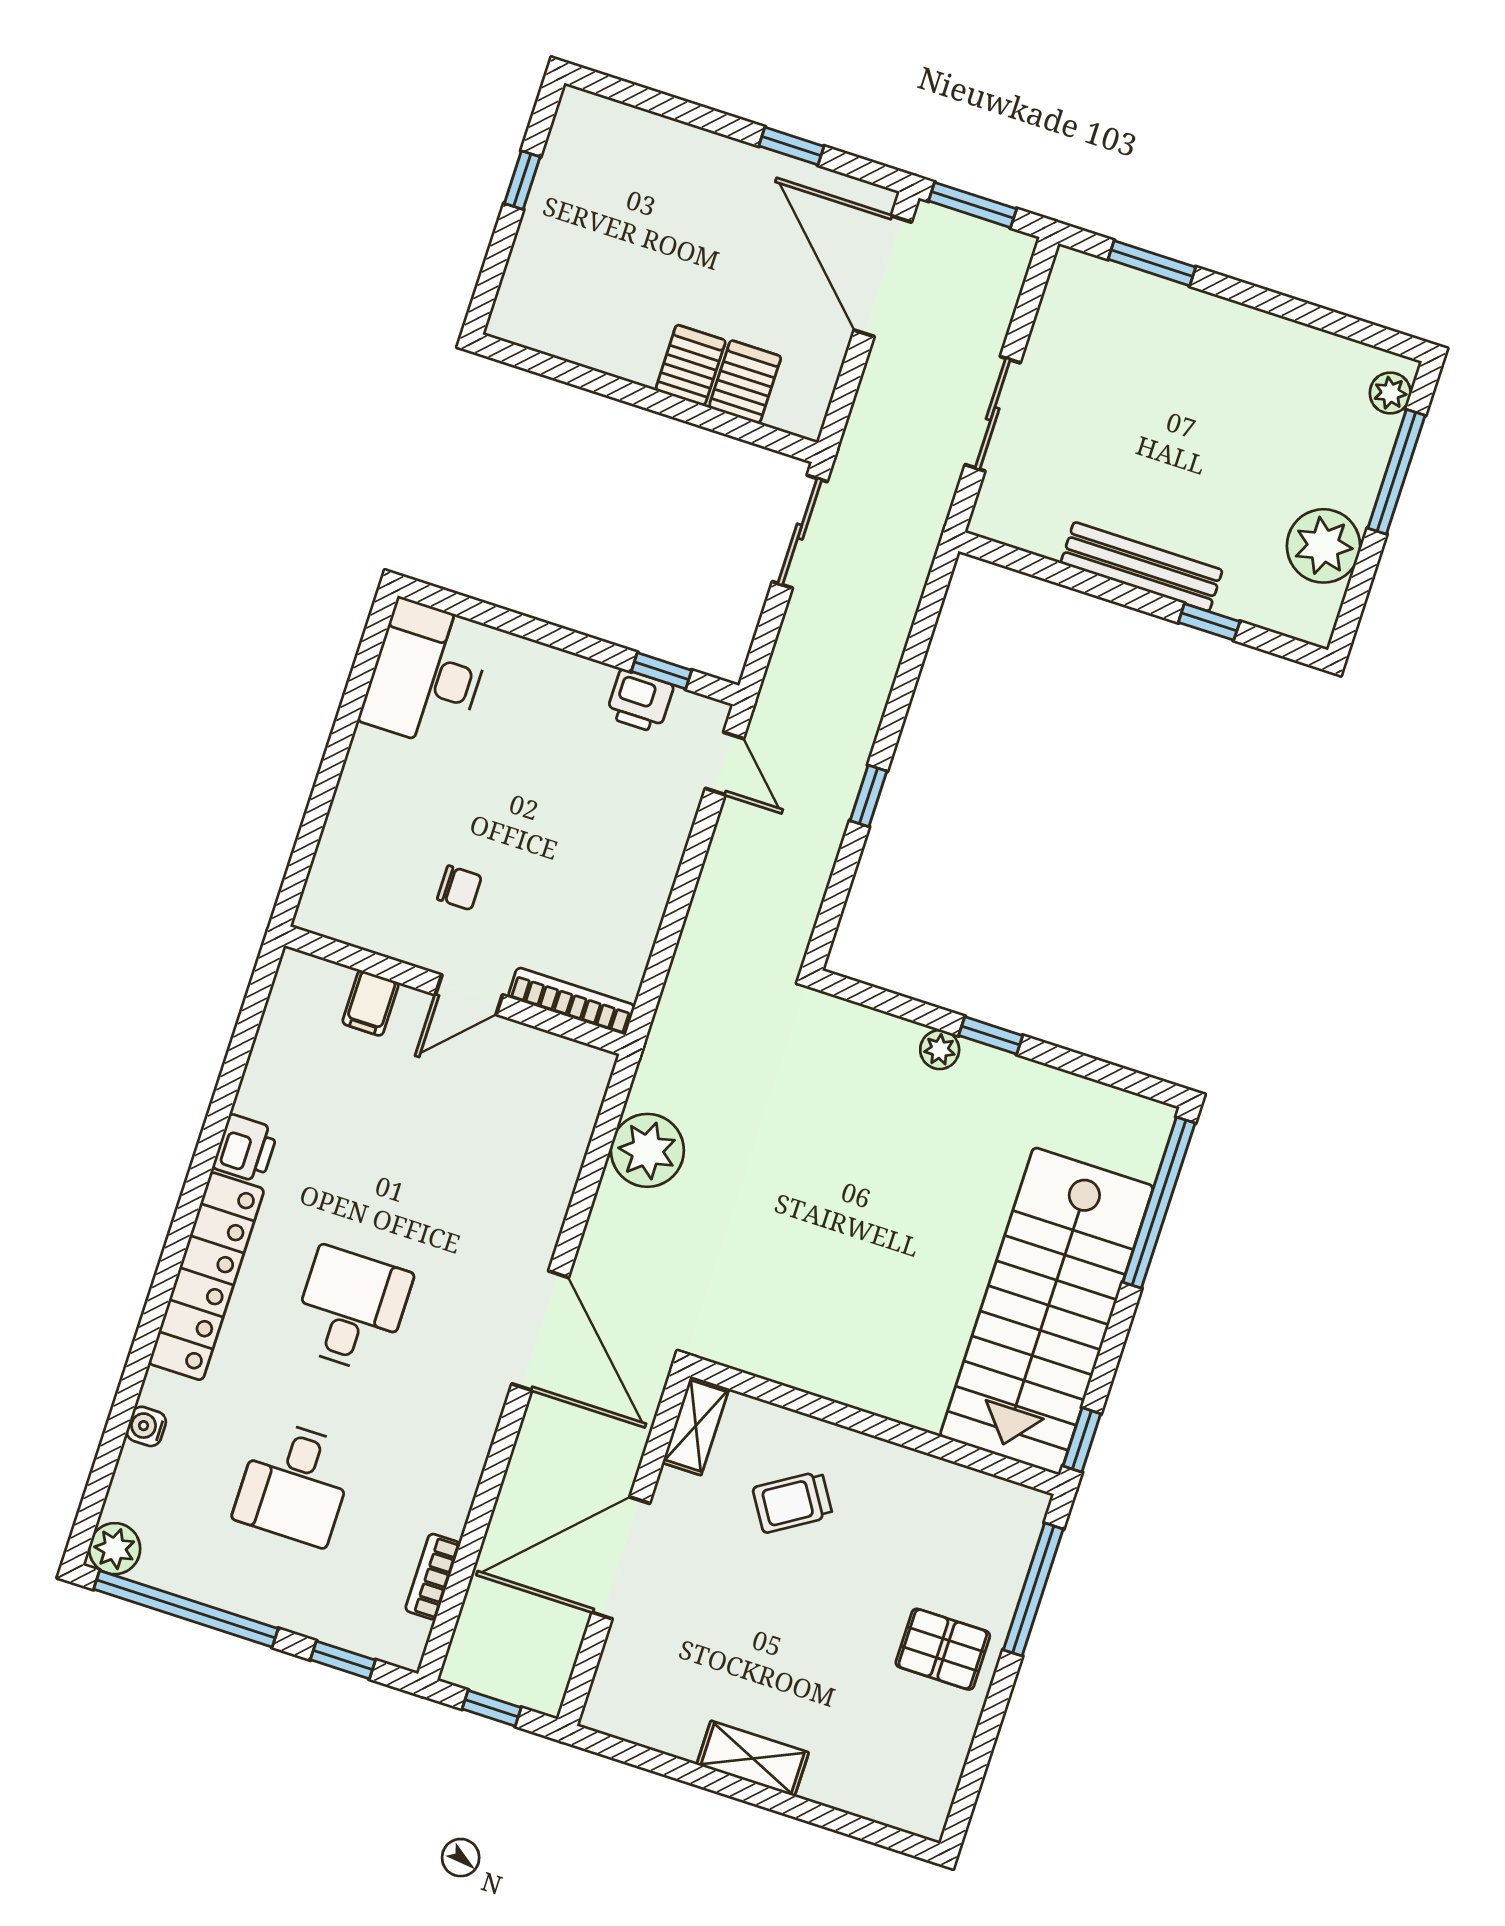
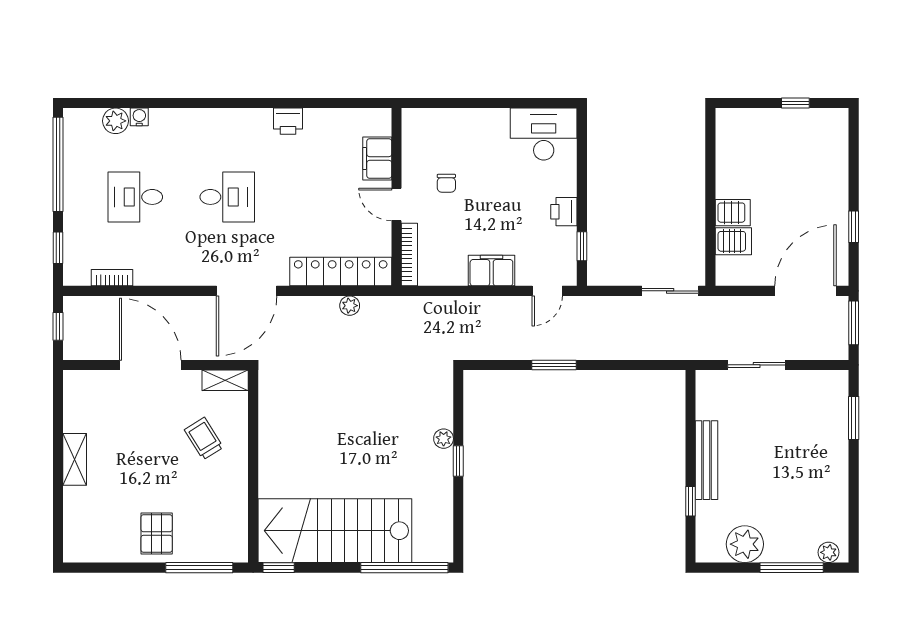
printer: (640, 701) -> (564, 212), moved
window: (868, 796) -> (554, 365), width x1.50
filing cabinet: (652, 856) -> (491, 271), added
filing cabinet: (370, 1003) -> (377, 159), width x2.00
plant: (647, 1150) -> (350, 306), width x0.53, depth x0.53
locker: (206, 1276) -> (341, 272), moved, turned 180
plant: (115, 1549) -> (116, 121), moved

